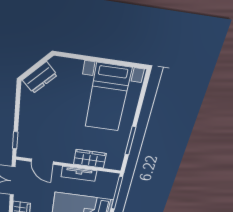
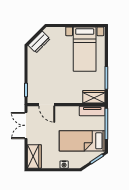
wardrobe: (90, 159) -> (94, 97), moved
tv unit: (79, 174) -> (92, 111), moved

